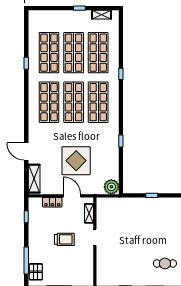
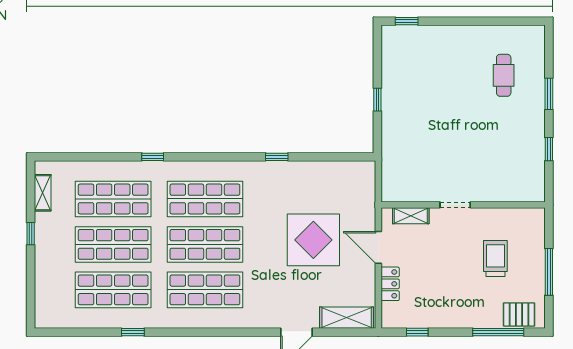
plant: (111, 187) -> (362, 174), removed
door: (72, 196) -> (378, 247), hinge flipped
trolley: (64, 239) -> (495, 258), moved

